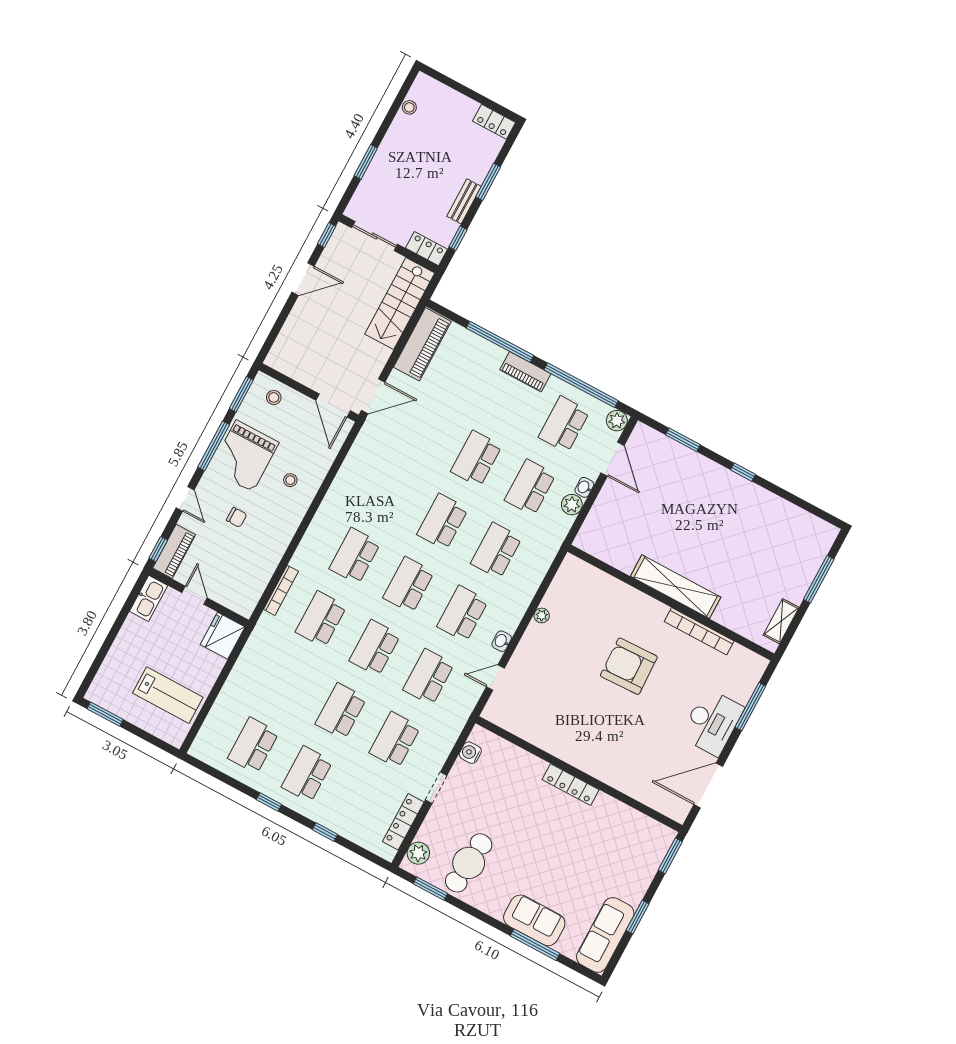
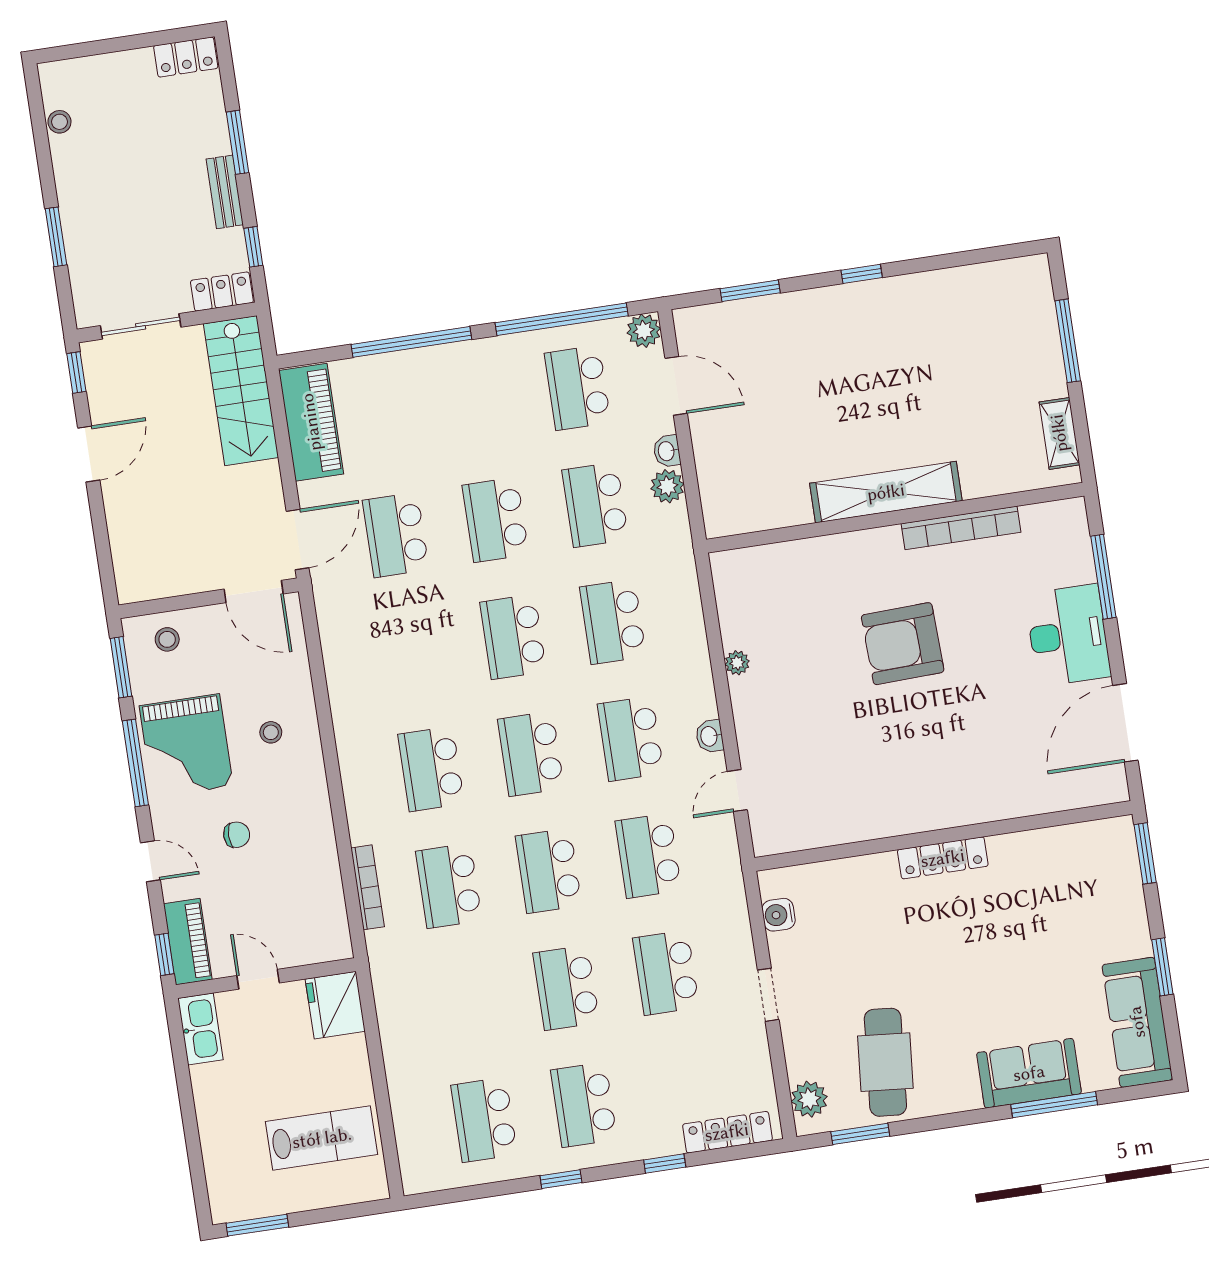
piano: (525, 372) -> (475, 357), removed
school desk: (422, 430) -> (396, 535), added
locker: (403, 822) -> (727, 1132), moved, turned 90

